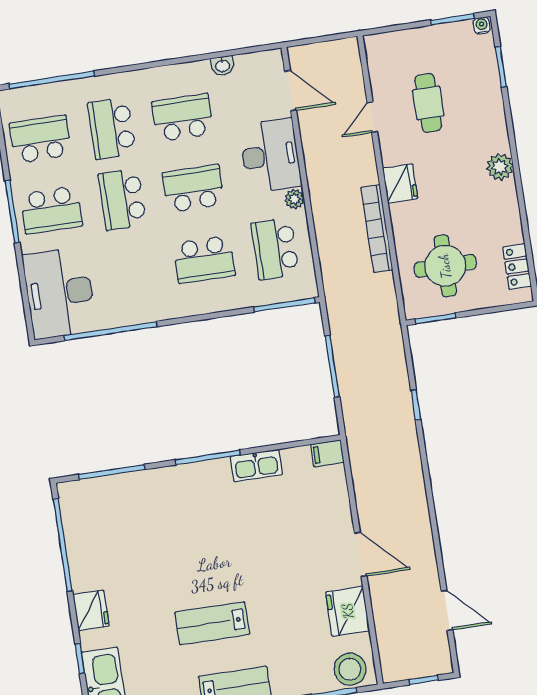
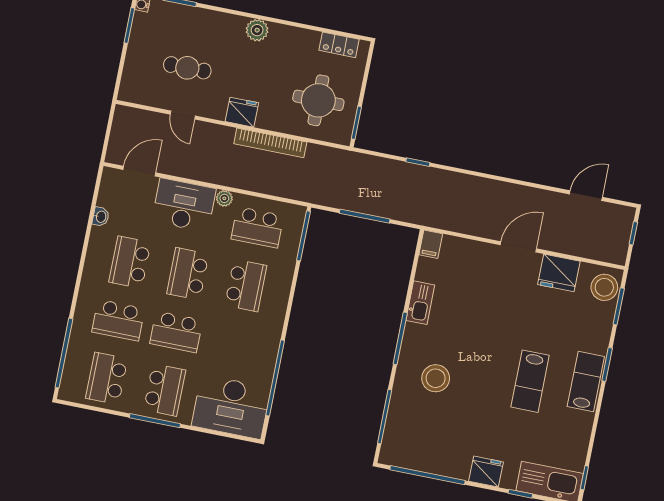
stool: (177, 514) -> (436, 378), added

